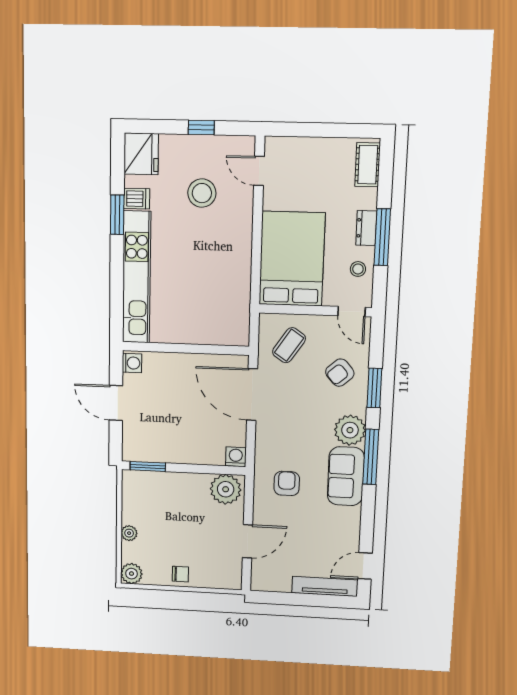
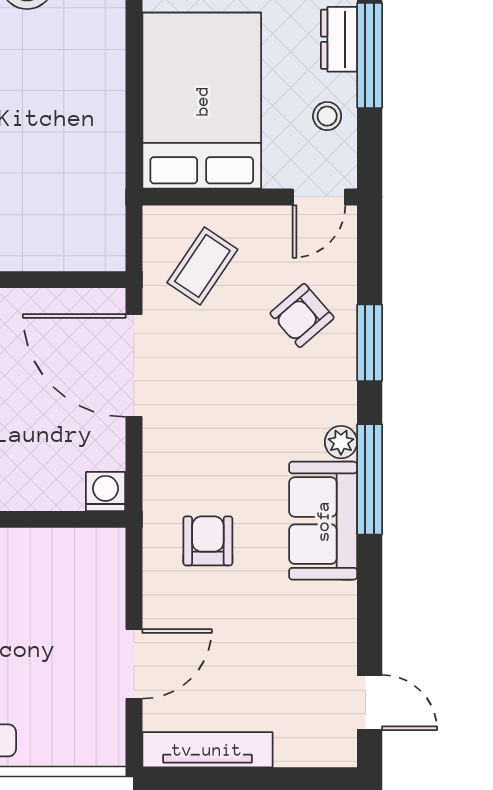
door: (352, 312) -> (319, 197), hinge flipped
plant: (350, 430) -> (341, 442), width x0.53, depth x0.53
plant: (226, 489) -> (87, 559), removed
door: (365, 566) -> (370, 703), swing flipped
tv unit: (325, 586) -> (207, 750), moved

